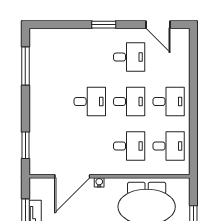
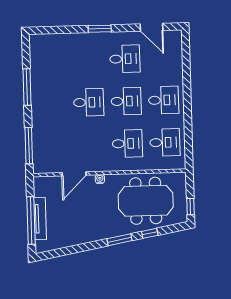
window: (25, 66) -> (27, 87), moved
window: (25, 145) -> (29, 146), width x1.44
door: (72, 176) -> (74, 174), width x0.73

